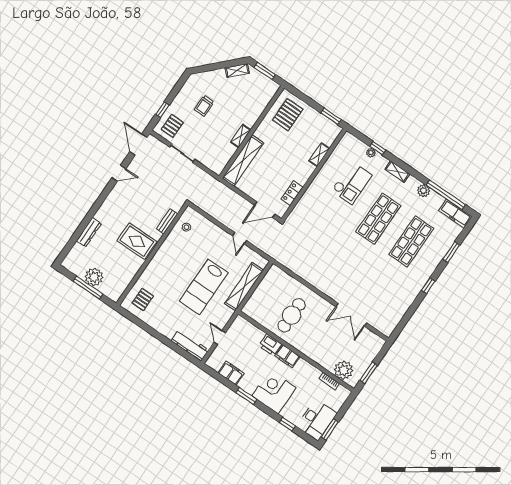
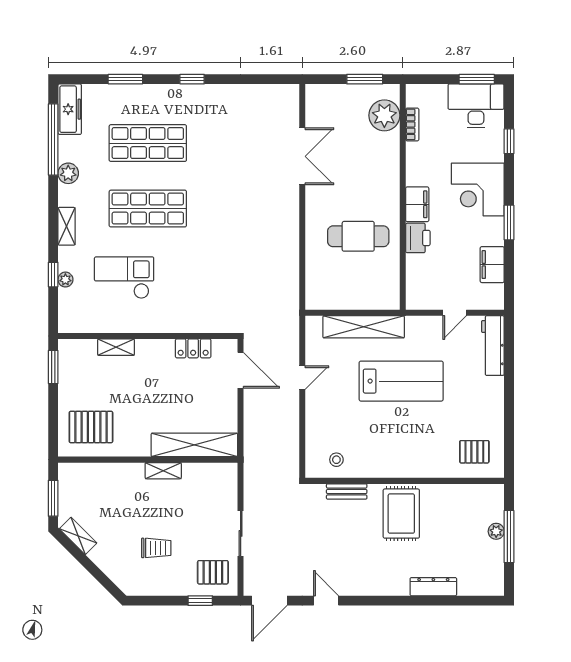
plant: (94, 277) -> (496, 531), width x0.53, depth x0.53

